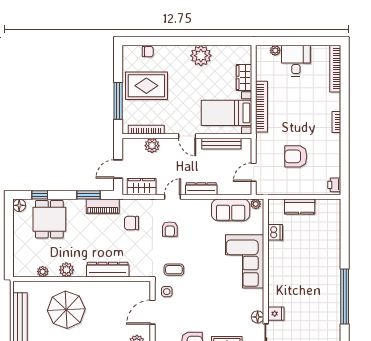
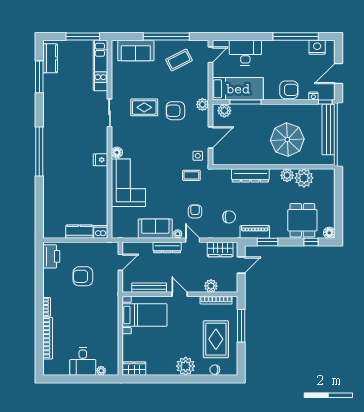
plant: (201, 56) -> (186, 366), moved
bookcase: (335, 69) -> (48, 338), moved
wardrobe: (244, 78) -> (134, 369), moved, turned -90
rug: (146, 86) -> (216, 339), turned 90
bookcase: (261, 107) -> (113, 321), removed
armchair: (296, 156) -> (83, 276), turned 180
printer: (334, 185) -> (51, 256), width x1.87, depth x1.48
door: (172, 197) -> (193, 240), swing flipped
plant: (256, 204) -> (178, 234), moved
sofa: (231, 210) -> (155, 229), moved
dishwasher: (275, 232) -> (101, 232), moved, turned 90
plant: (43, 272) -> (304, 178), width x1.88, depth x1.88
fridge: (276, 314) -> (101, 160), moved
floor lamp: (258, 317) -> (117, 152), moved

